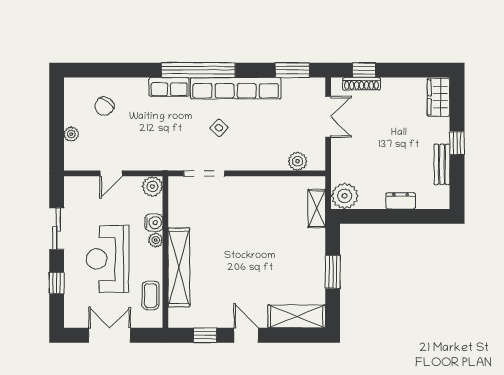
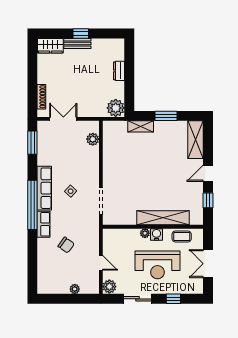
window: (364, 70) -> (32, 95), removed
row of seats: (236, 88) -> (44, 188), width x0.73
chair: (104, 106) -> (66, 245), moved
bench: (442, 164) -> (77, 43), moved
plant: (152, 186) -> (109, 287), moved
shelving: (317, 208) -> (141, 126), moved
water cooler: (154, 223) -> (156, 234), moved

